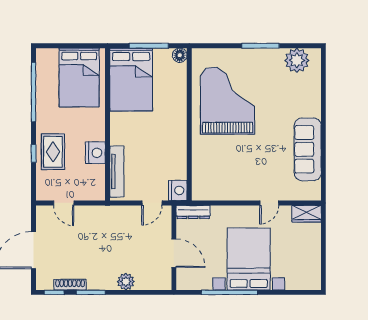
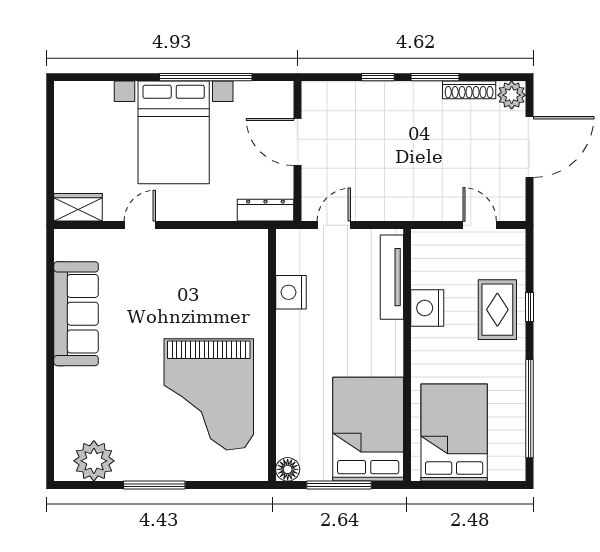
nightstand: (178, 190) -> (291, 292), moved
plant: (126, 282) -> (512, 95), moved
window: (54, 292) -> (378, 77), moved

